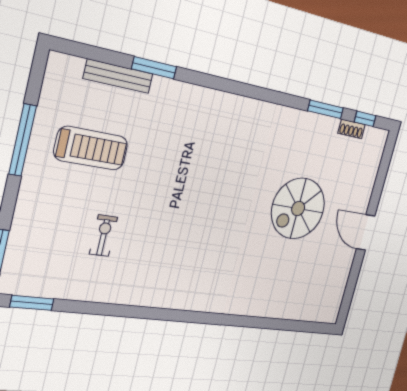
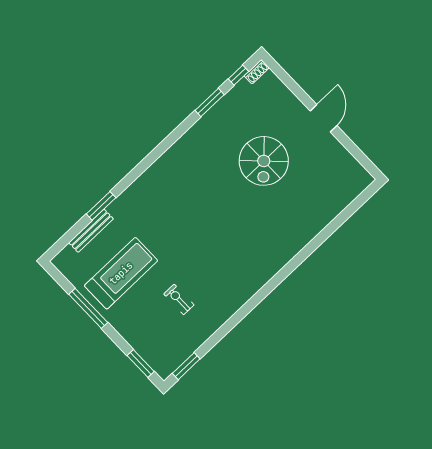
shoe rack: (352, 129) -> (257, 72), moved
treadmill: (91, 148) -> (121, 273), width x1.37, depth x1.38
door: (366, 232) -> (324, 118), swing flipped

